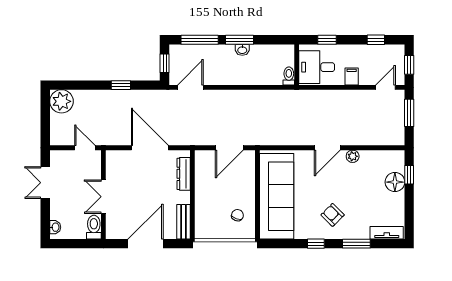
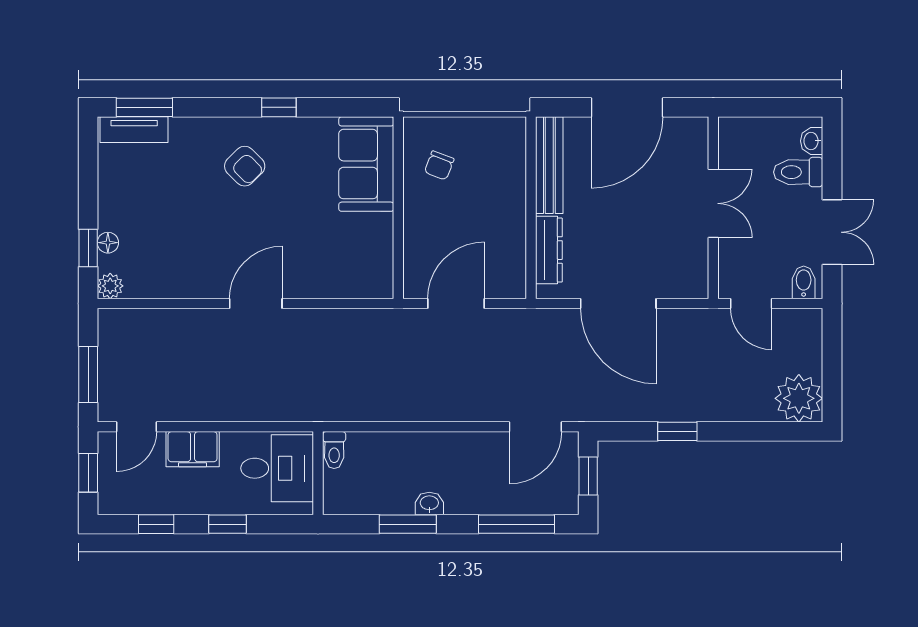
window: (240, 40) -> (408, 524), moved
window: (327, 40) -> (227, 524), moved
filing cabinet: (352, 76) -> (193, 449), width x2.00
plant: (353, 156) -> (110, 286), moved
bidet: (59, 158) -> (804, 282), added
floor lamp: (395, 182) -> (108, 243), width x0.53, depth x0.53
sofa: (277, 196) -> (366, 164), width x0.54, depth x0.79
bench: (184, 222) -> (549, 165), width x1.36
toilet: (94, 227) -> (798, 172), moved, turned 90
window: (356, 244) -> (144, 107), moved

